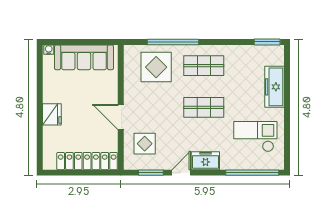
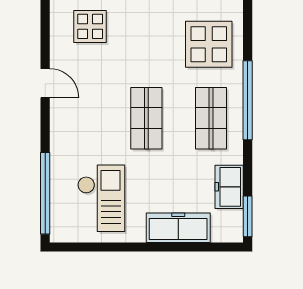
window: (173, 42) -> (248, 100), moved
freezer: (205, 161) -> (229, 187), moved, turned 180
window: (151, 173) -> (45, 36), removed

